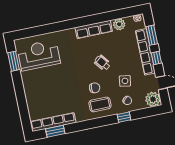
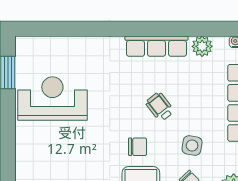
reception desk: (39, 55) -> (52, 99), moved

